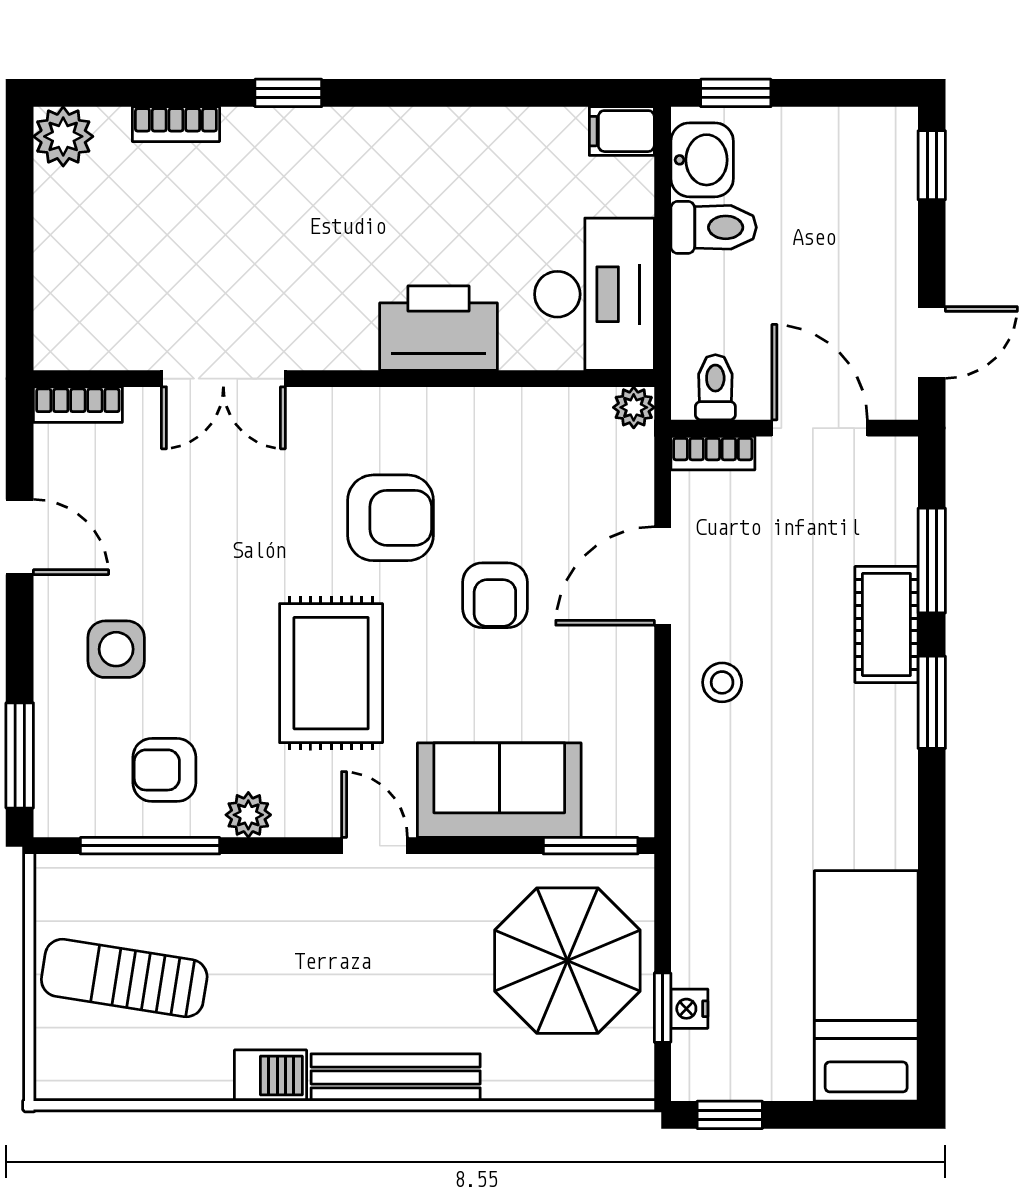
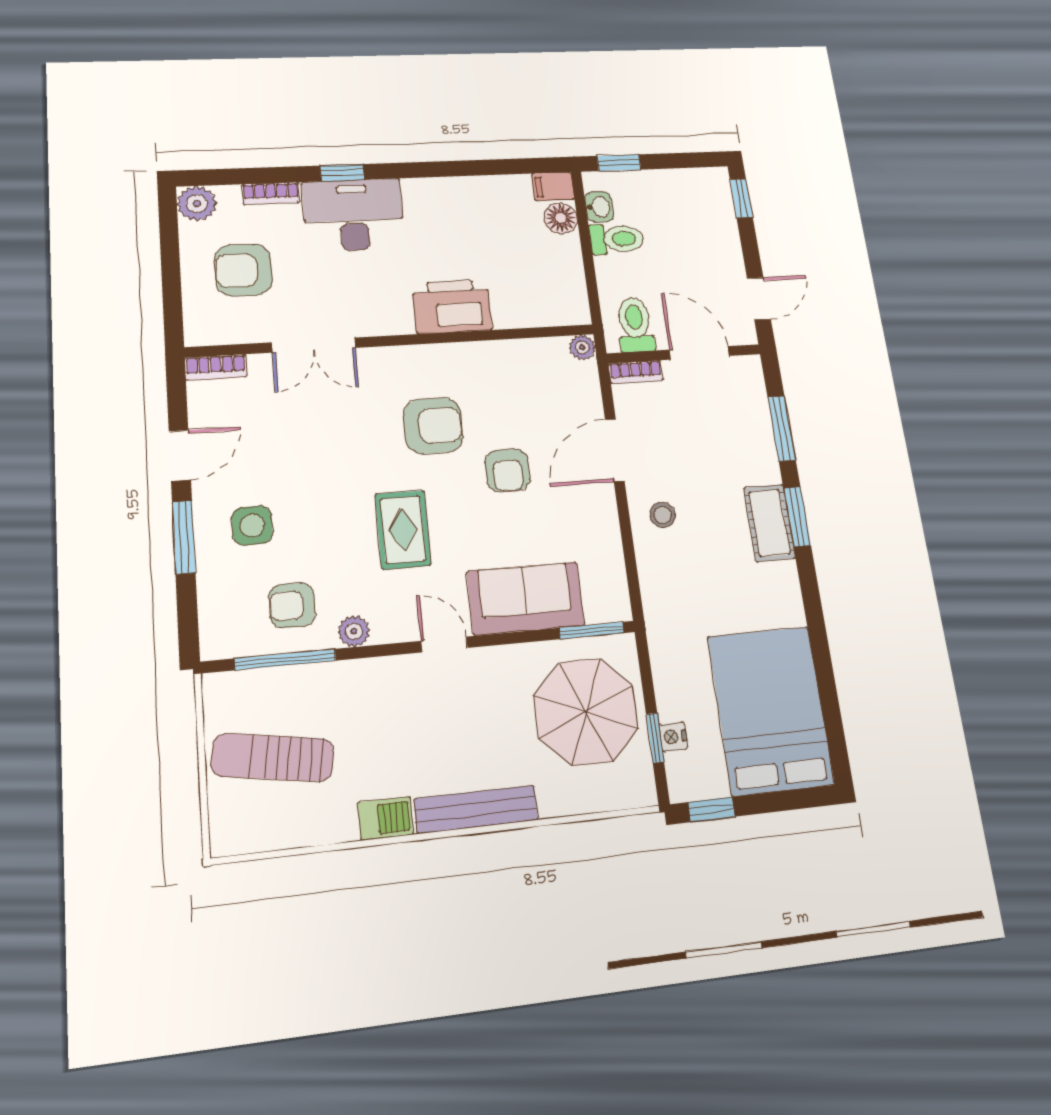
washbasin: (702, 160) -> (599, 207), width x0.72, depth x0.69
floor lamp: (627, 187) -> (561, 218), added
armchair: (127, 251) -> (243, 270), added
desk: (594, 294) -> (353, 215), moved, turned -90
toilet: (715, 387) -> (635, 325), width x1.37, depth x1.39
door: (20, 537) -> (180, 456), hinge flipped
cot: (886, 624) -> (769, 523), moved
rug: (331, 673) -> (403, 530), width x0.73, depth x0.70
window: (20, 755) -> (184, 537), moved
bed: (866, 986) -> (771, 710), width x1.50

